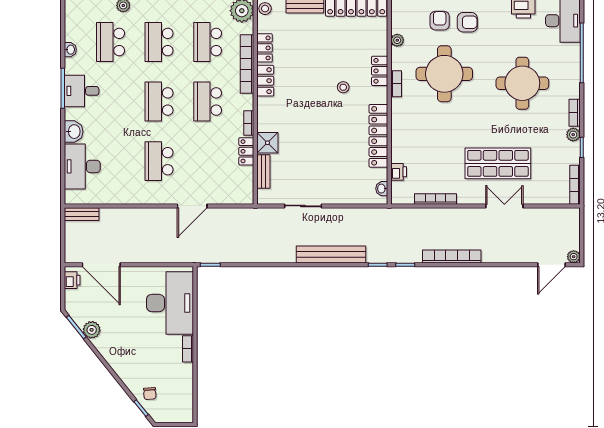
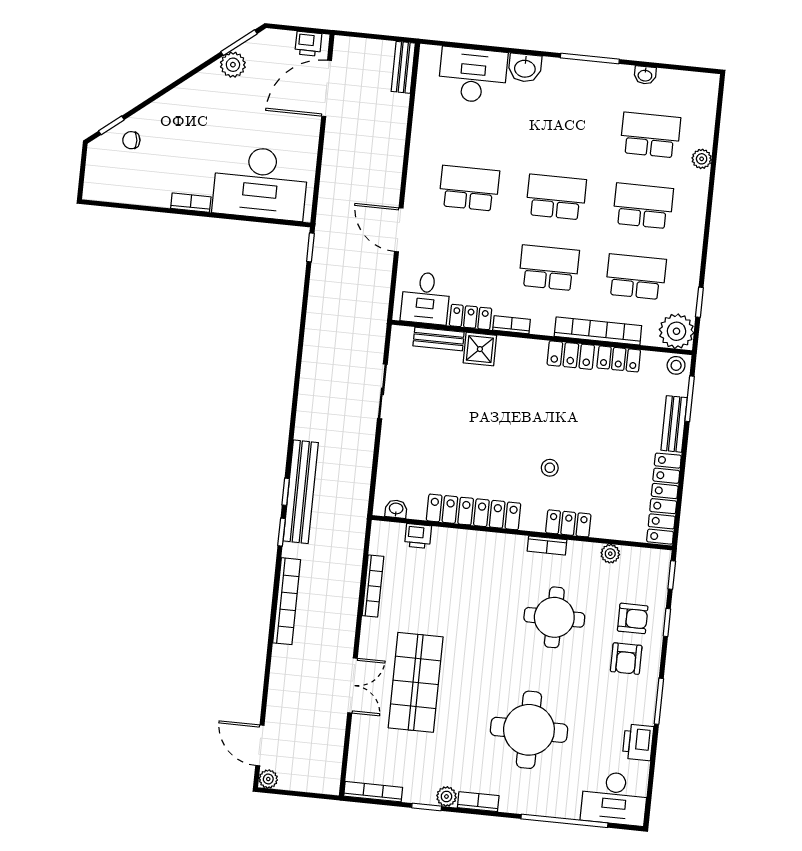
round table: (444, 74) -> (554, 617), width x0.73, depth x0.73
desk: (82, 91) -> (426, 298), moved, turned 180
bench: (331, 254) -> (301, 492), moved

